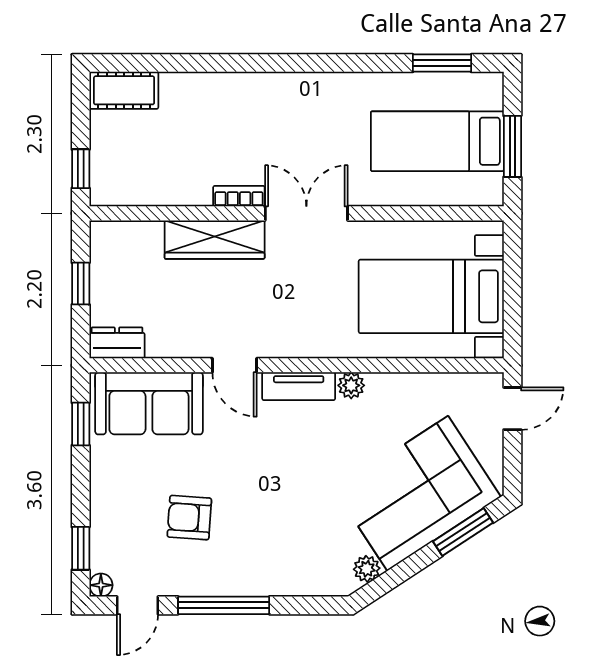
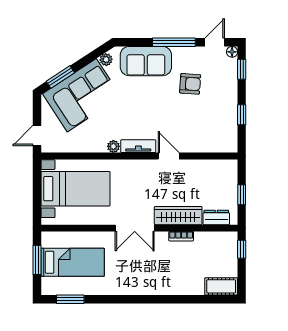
bookcase: (239, 196) -> (181, 236), moved
dresser: (117, 343) -> (216, 217), moved, turned 180
sofa: (149, 403) -> (146, 61), moved, turned 180
window: (81, 424) -> (242, 115), moved

